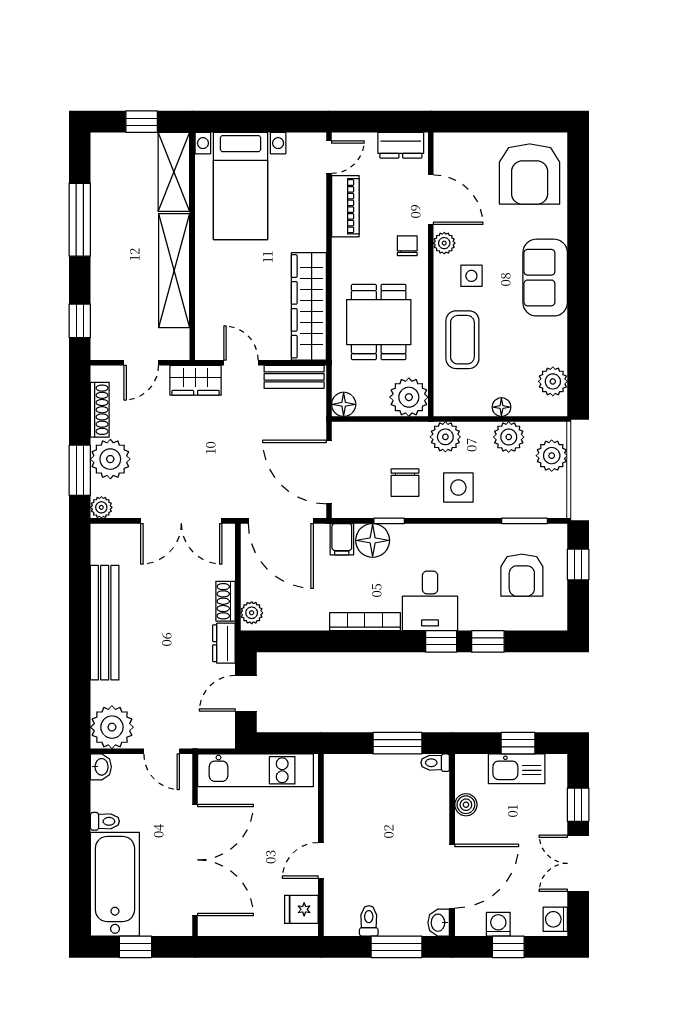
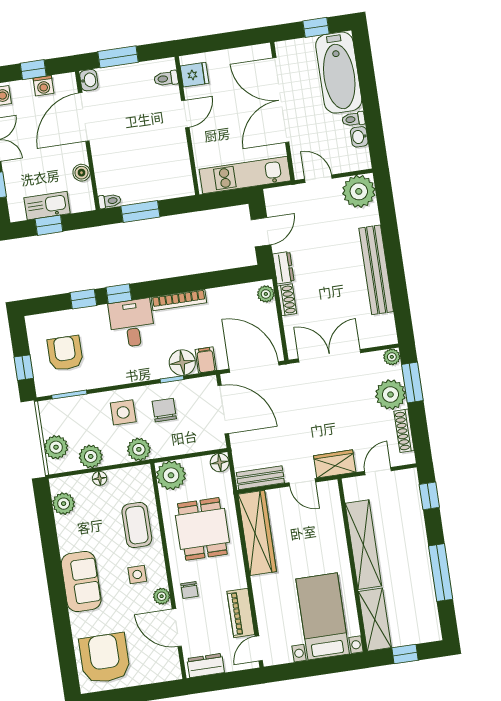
washbasin: (101, 767) -> (359, 137), moved
toilet: (369, 921) -> (166, 78), moved, turned 90

